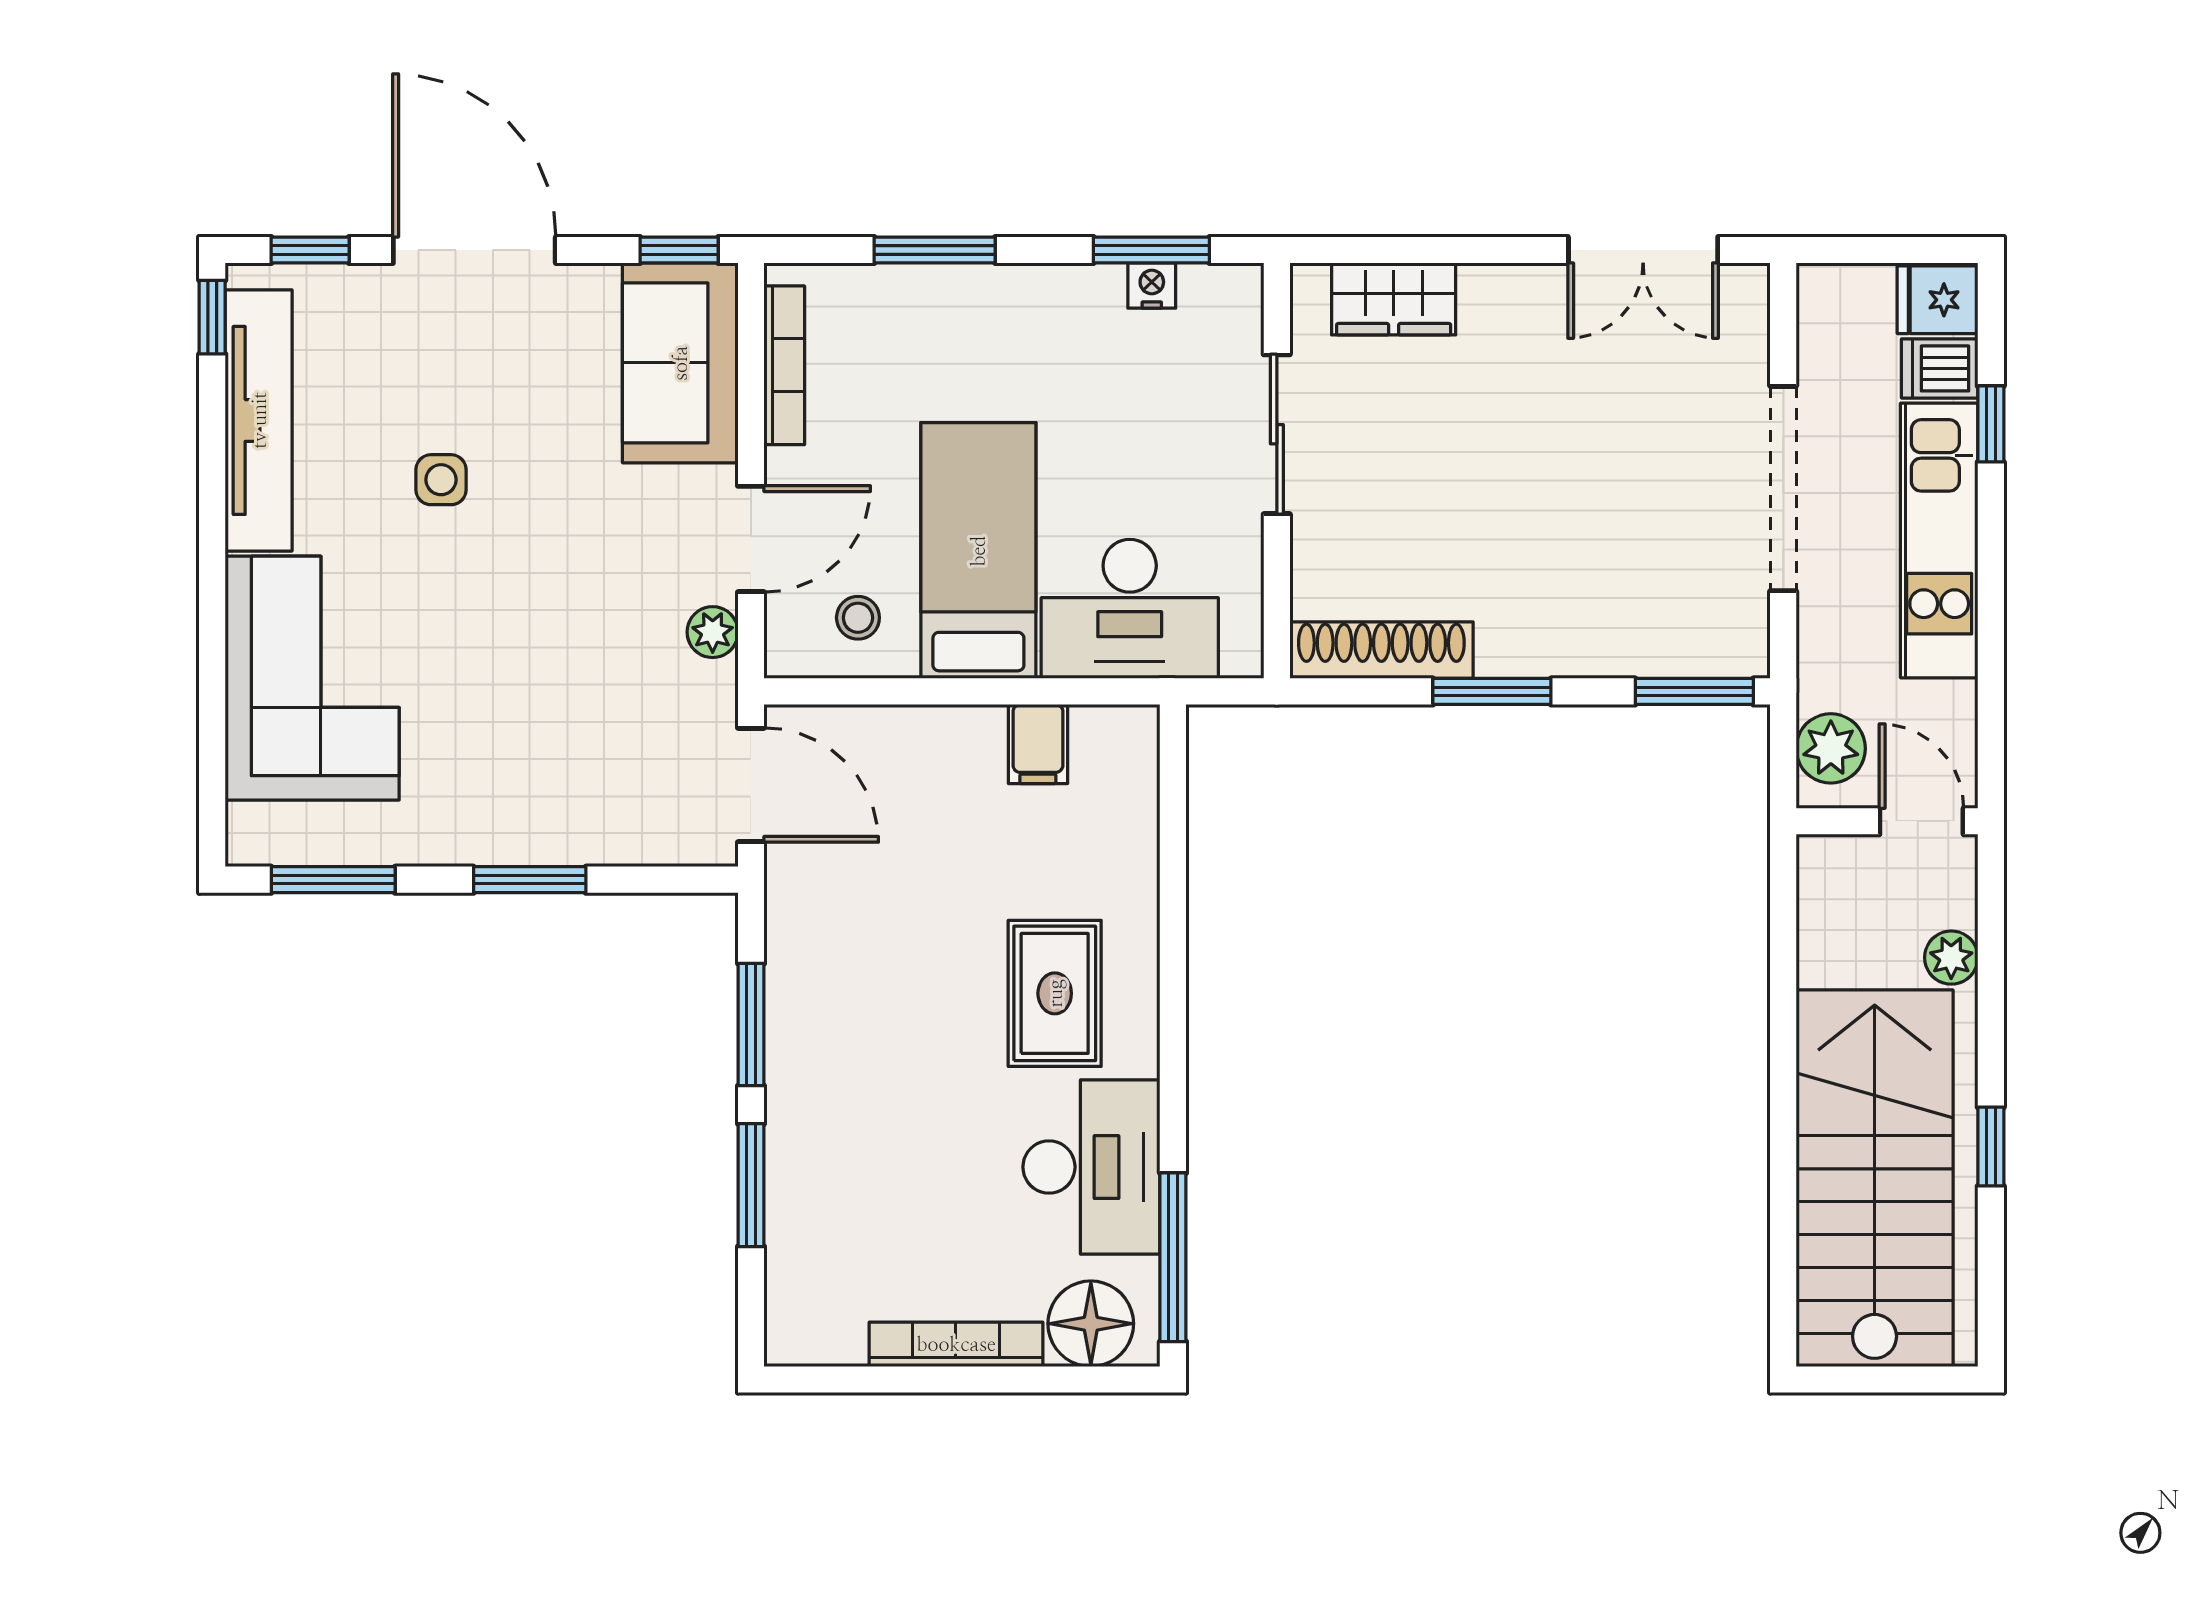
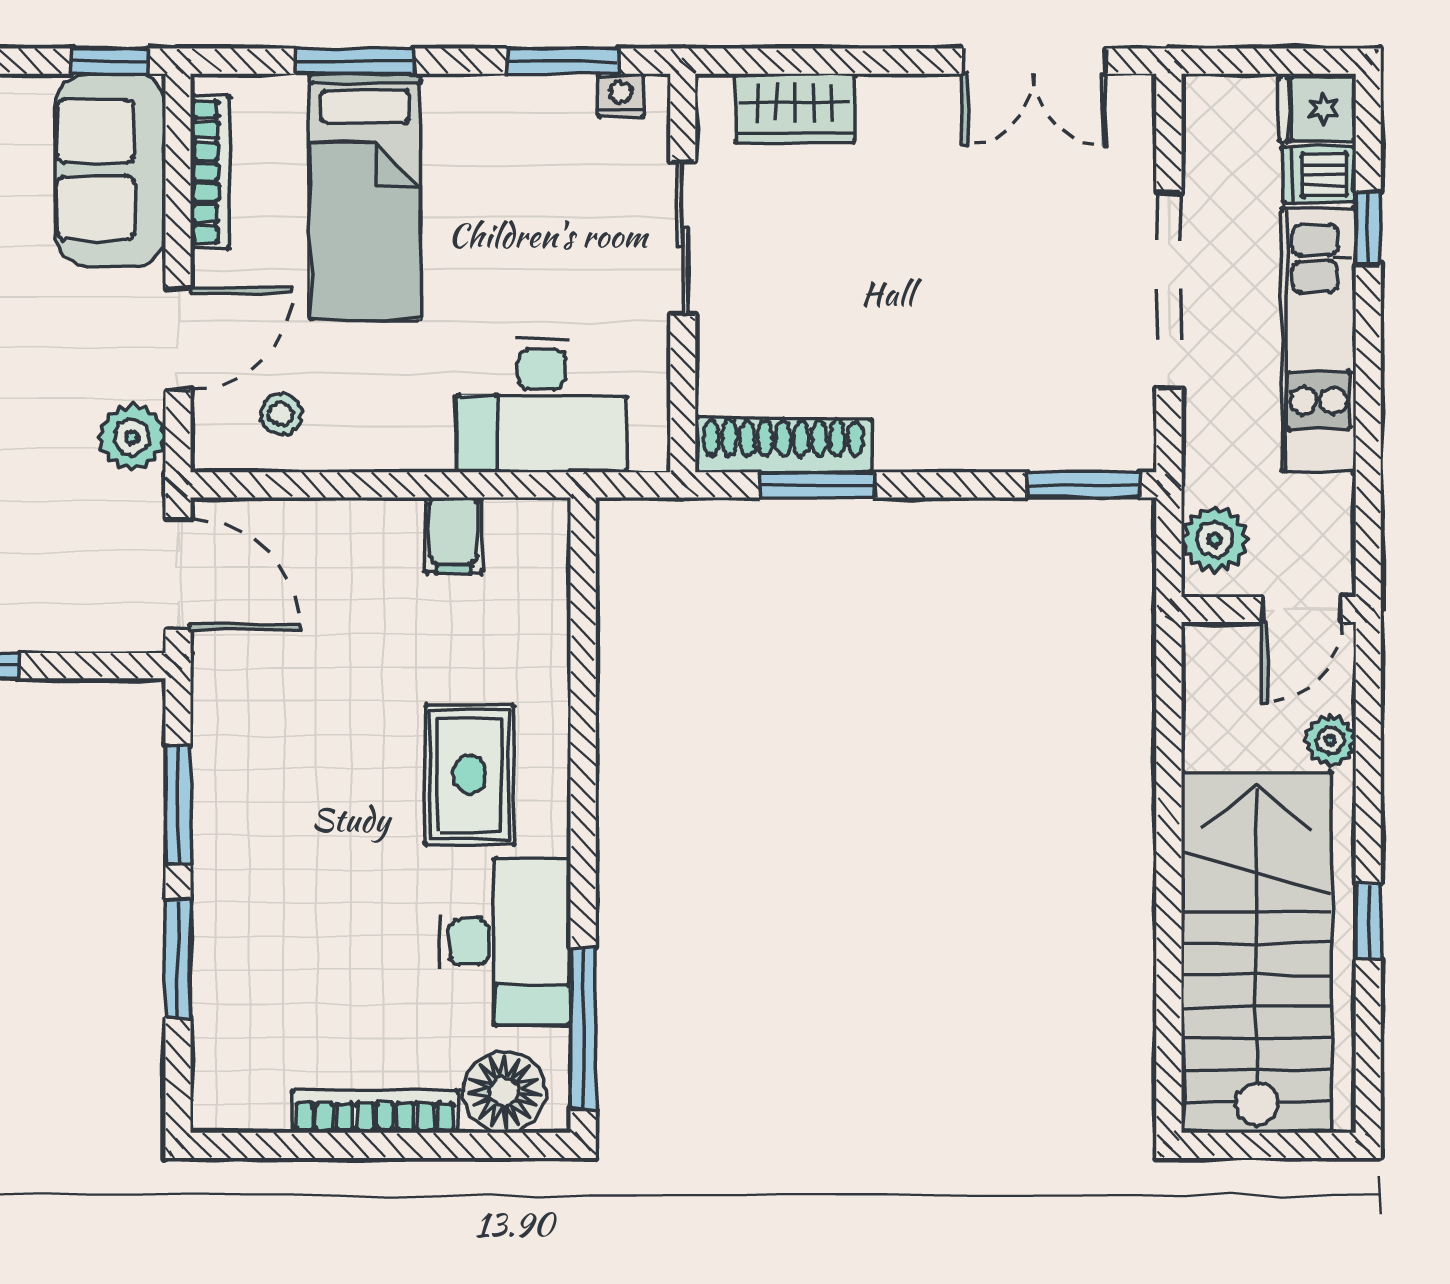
nightstand: (1152, 286) -> (621, 95), moved
bed: (978, 551) -> (365, 196), moved, turned 180
plant: (713, 632) -> (132, 437), width x1.38, depth x1.38
window: (1492, 691) -> (817, 485), moved
door: (1921, 821) -> (1302, 610), swing flipped

